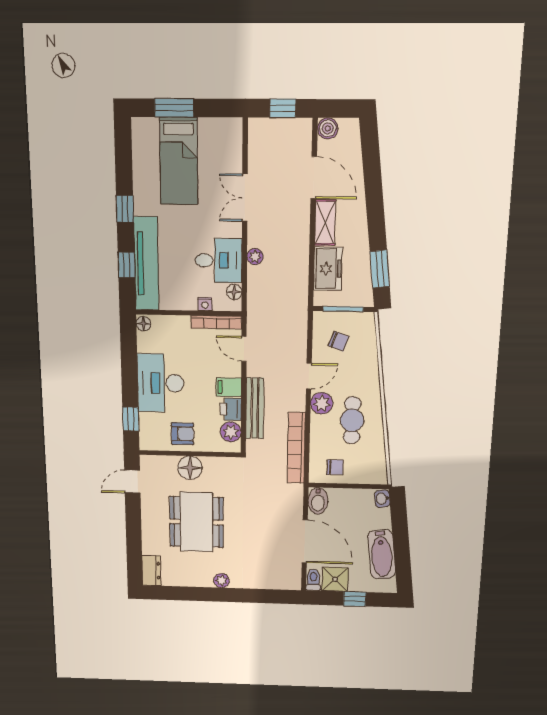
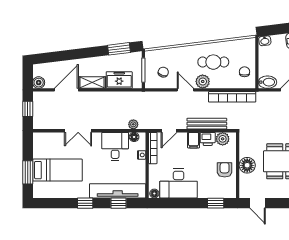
plant: (255, 257) -> (133, 124), moved
desk: (161, 383) -> (179, 183), moved

